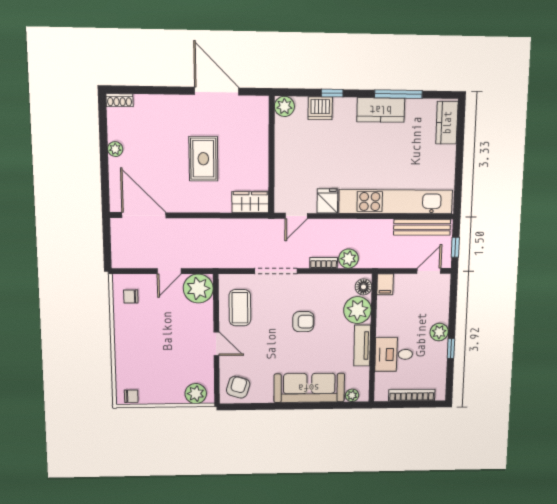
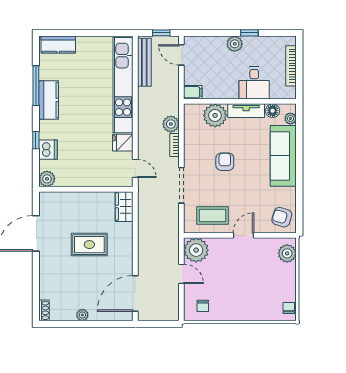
floor lamp: (363, 287) -> (273, 111), moved

